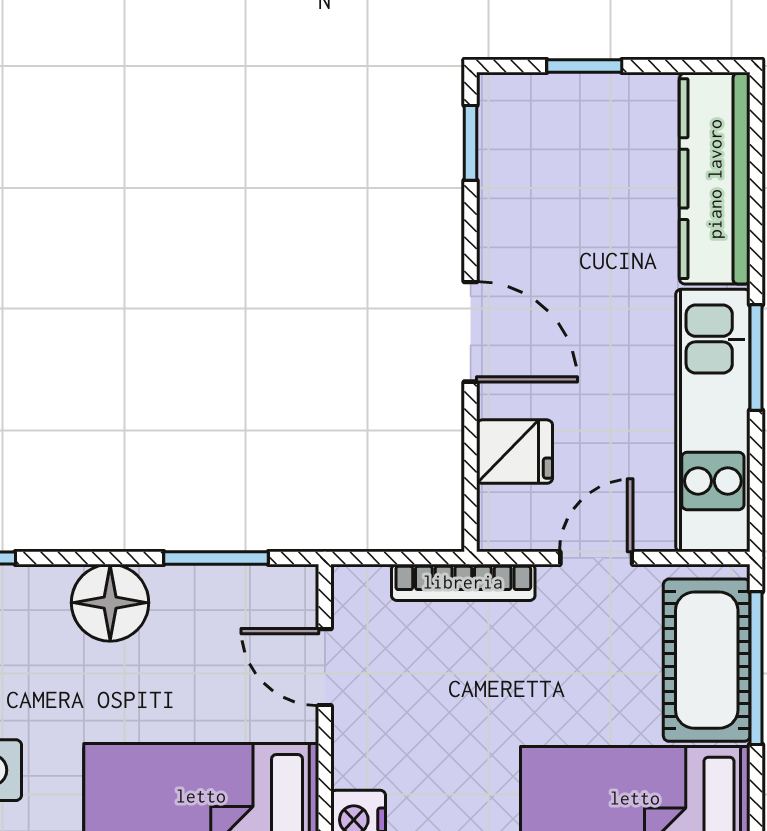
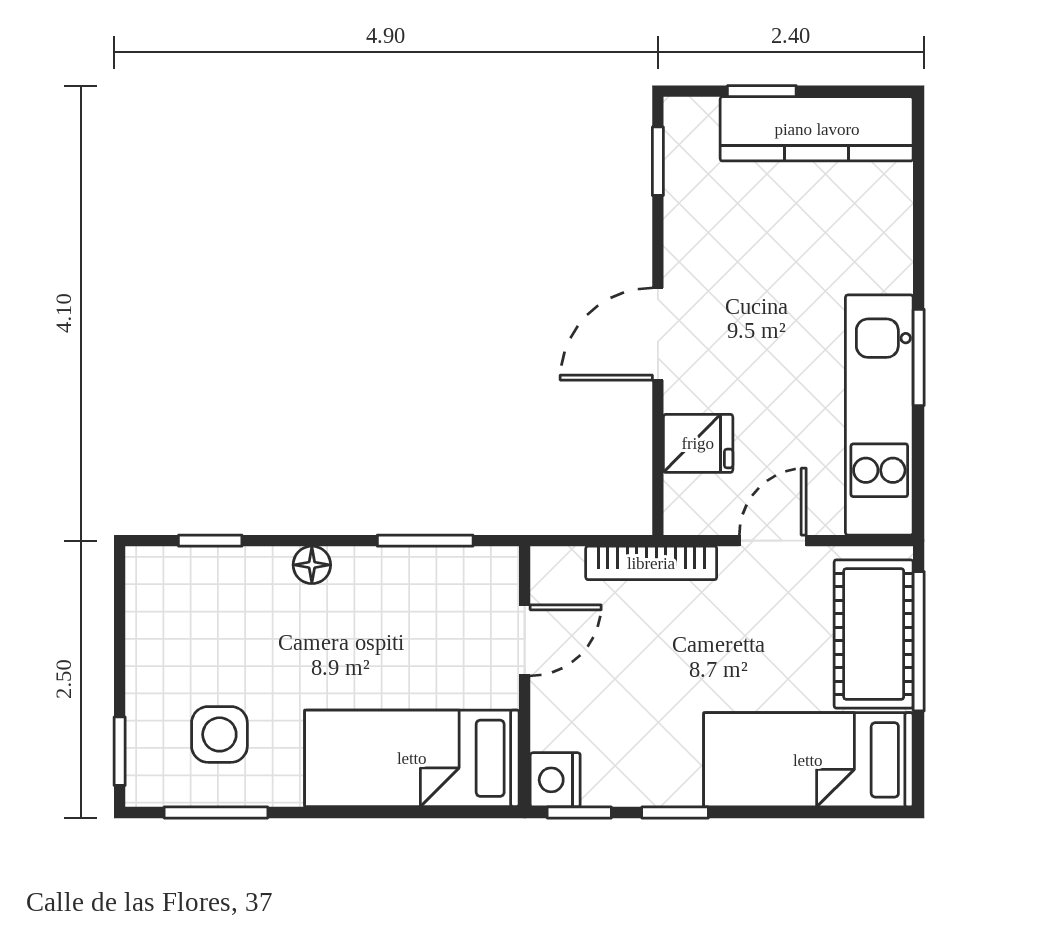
kitchen counter: (715, 179) -> (817, 129), moved, turned -90
door: (471, 332) -> (658, 334), swing flipped
floor lamp: (110, 603) -> (312, 565), width x0.53, depth x0.53
door: (325, 667) -> (525, 640), swing flipped

